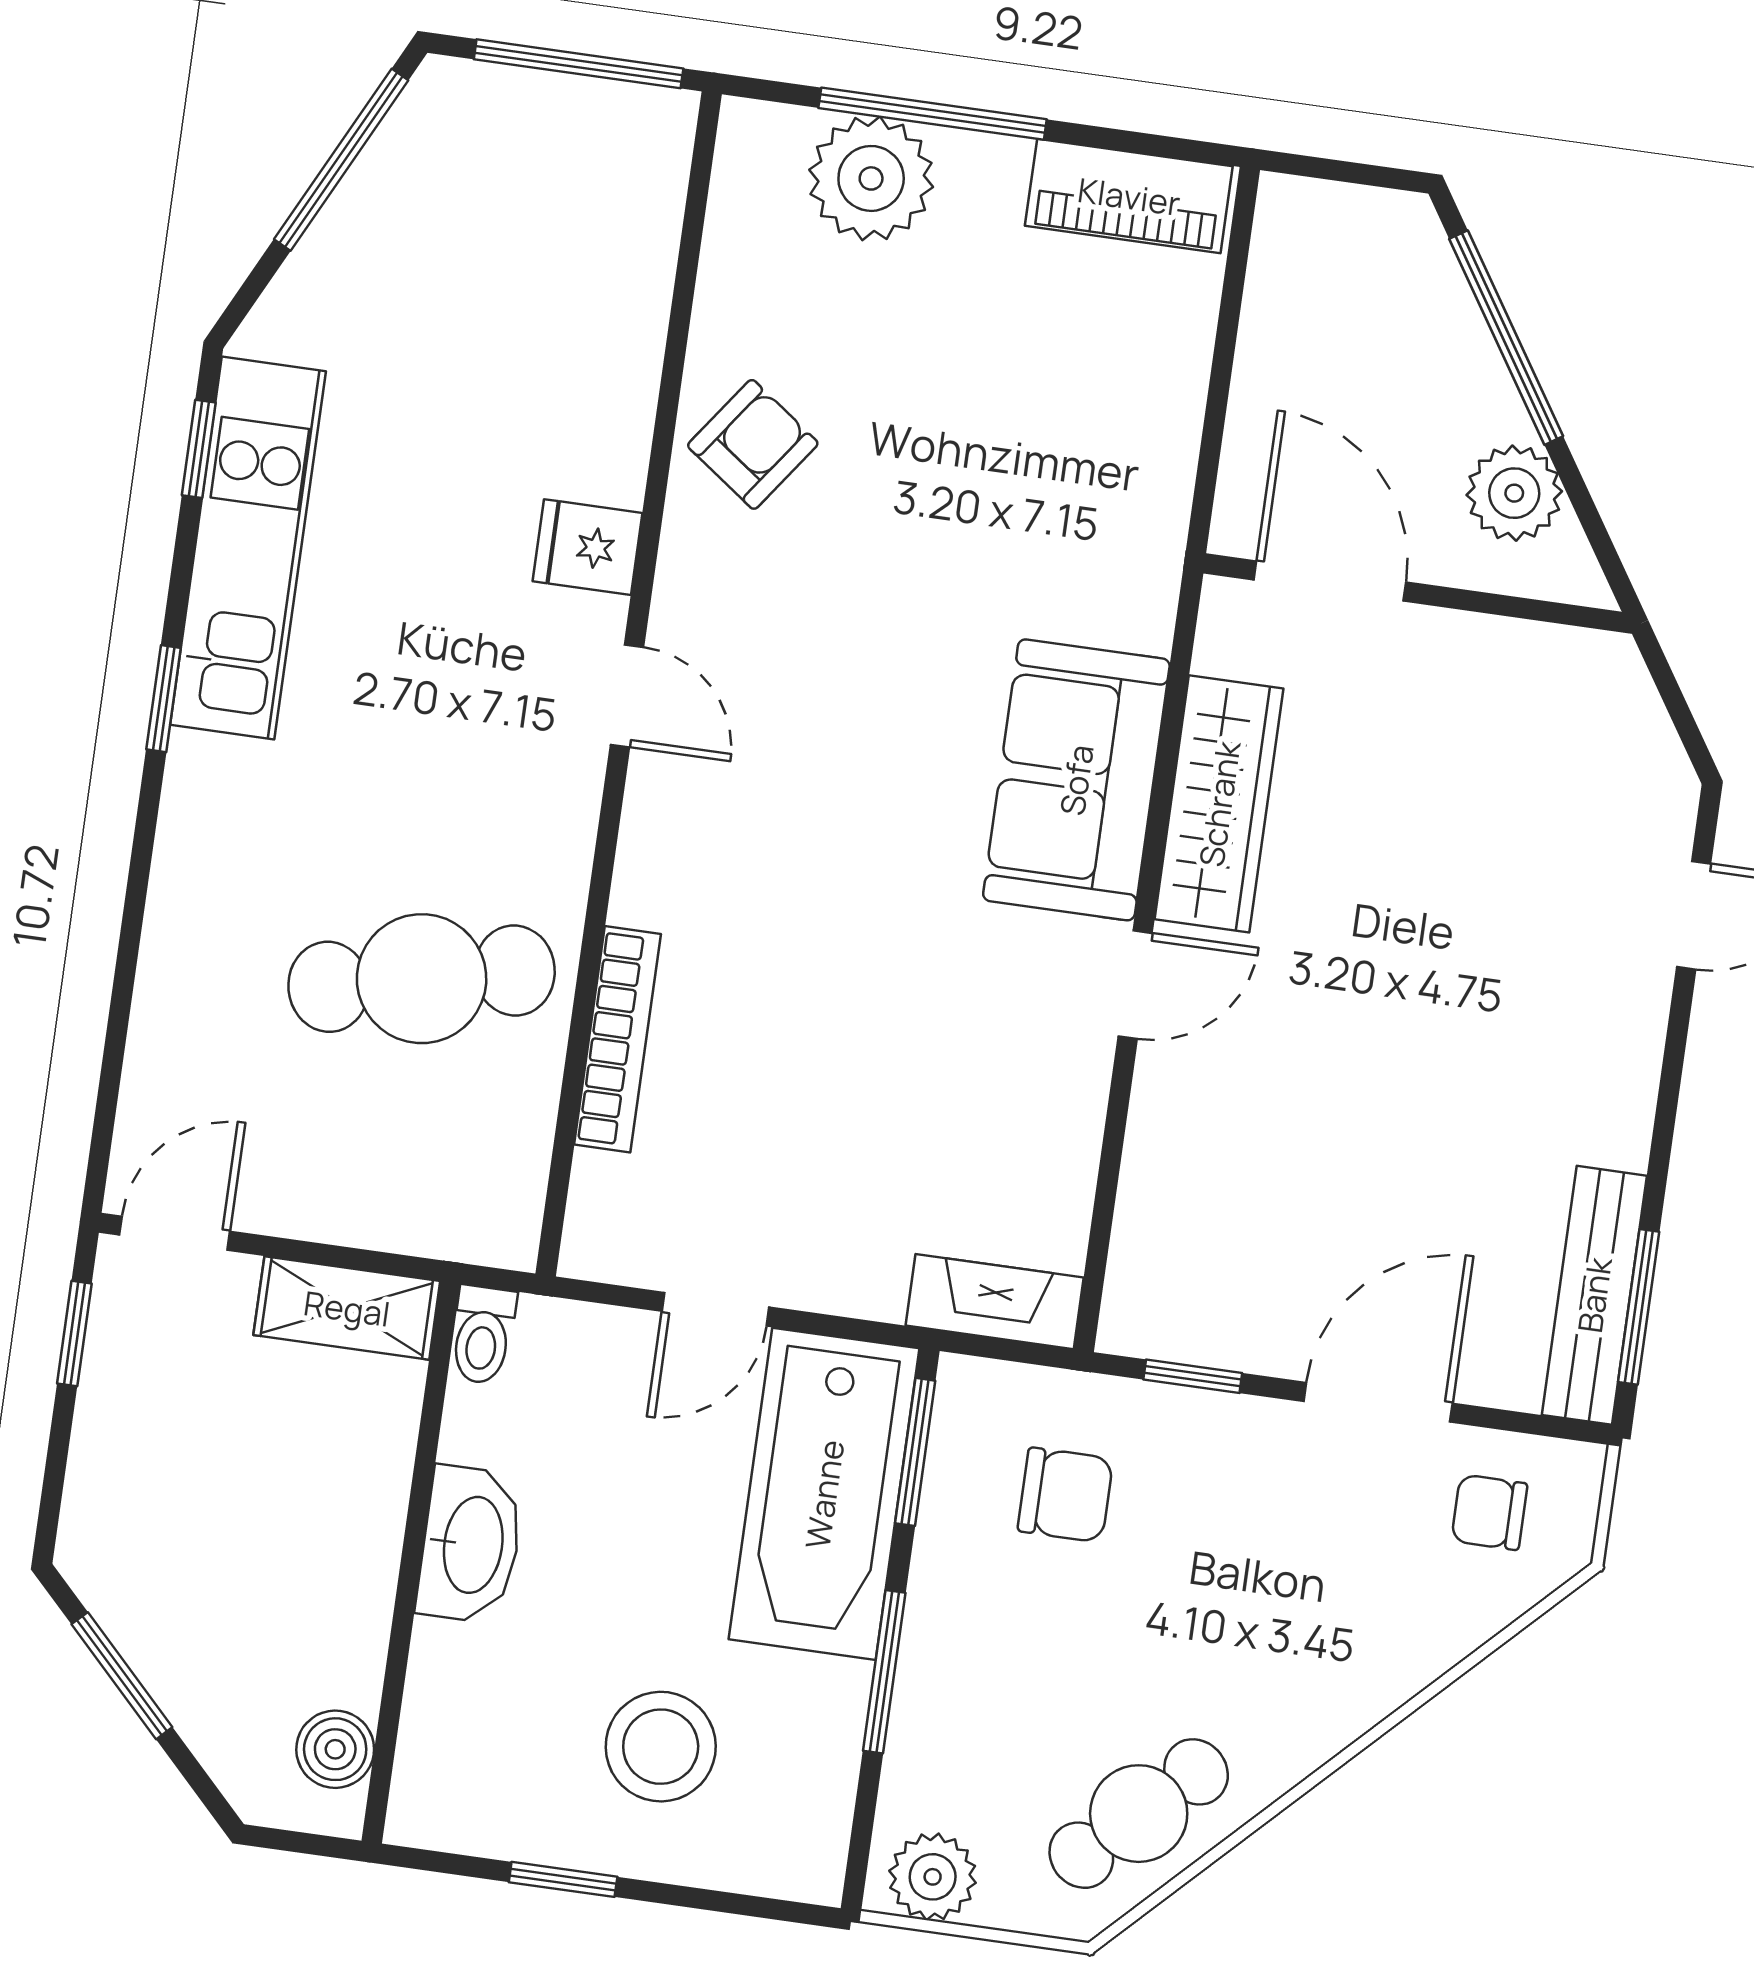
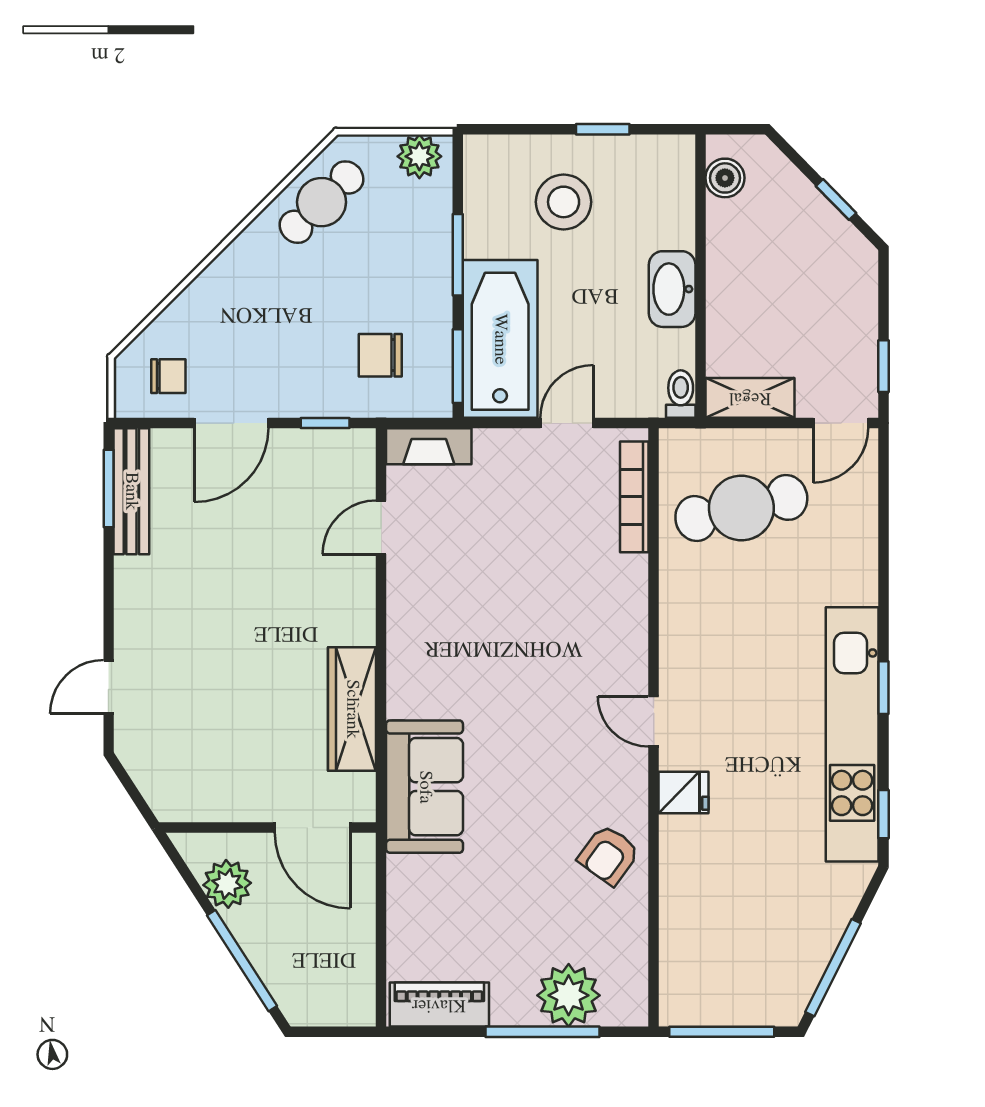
kitchen unit: (248, 548) -> (852, 734), width x1.36
sofa: (1076, 780) -> (425, 787), moved
cafe table: (422, 979) -> (741, 508), moved
door: (1135, 985) -> (381, 527), moved
bookcase: (618, 1039) -> (634, 497), moved
window: (122, 1676) -> (836, 200), width x0.67

